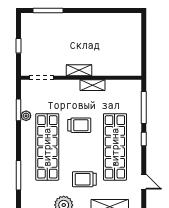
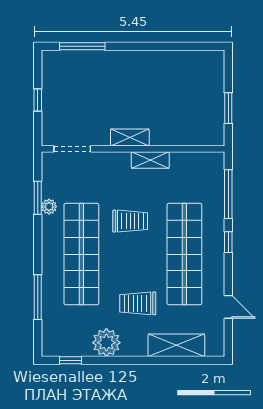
window: (144, 51) -> (228, 108), added

